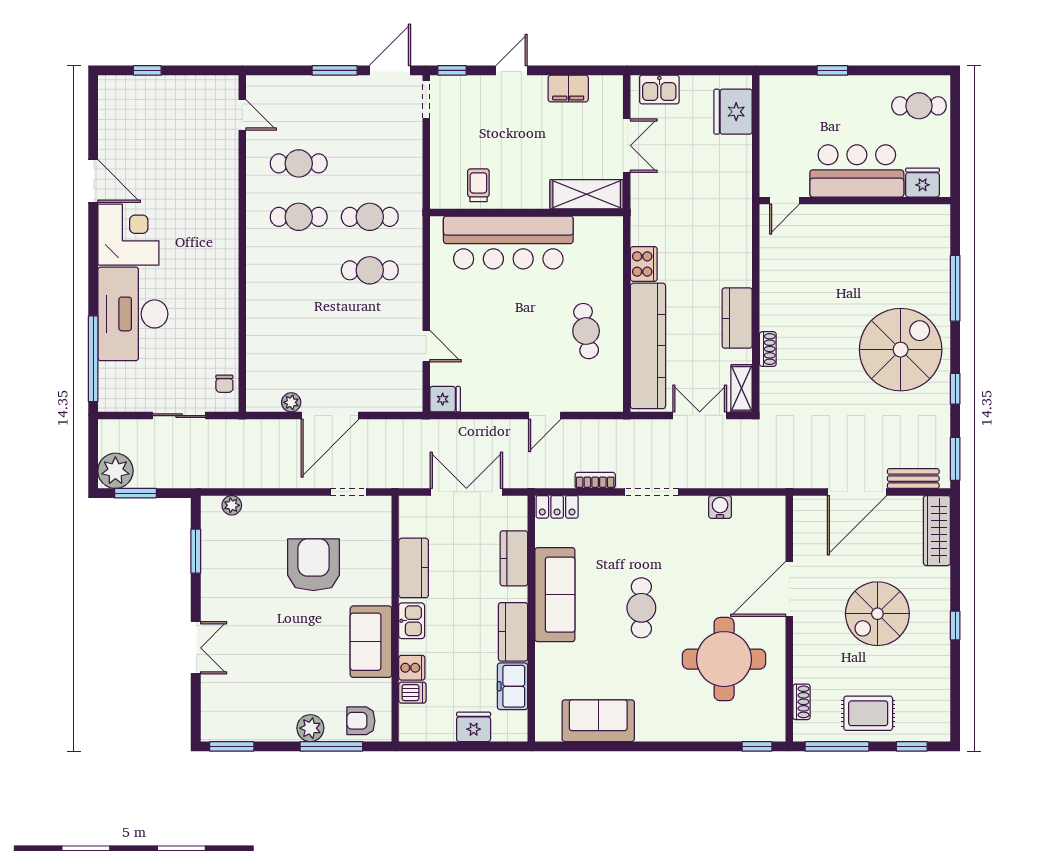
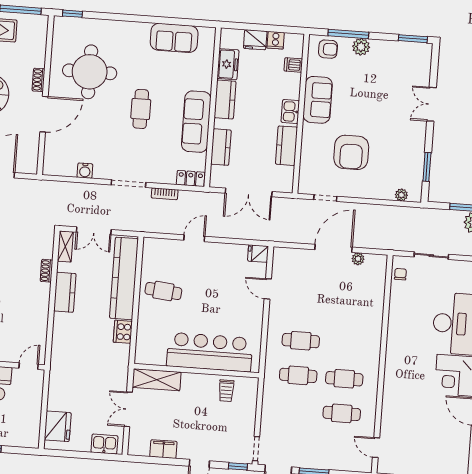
cafe table: (586, 331) -> (163, 291), turned -75
cooker: (412, 668) -> (276, 40), moved, turned -90
shoe rack: (801, 702) -> (39, 80), moved

